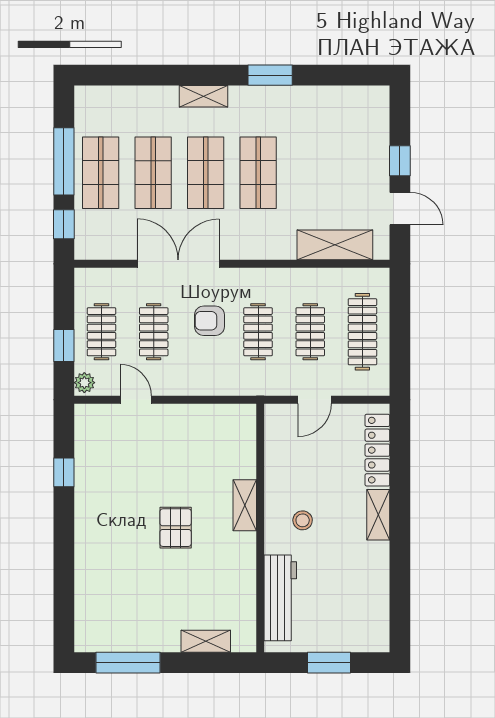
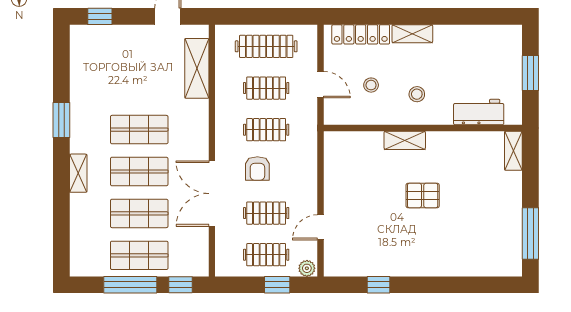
window: (400, 161) -> (100, 16), moved
stool: (314, 463) -> (371, 85), added
workbench: (280, 598) -> (479, 112), width x0.73
shelving: (206, 641) -> (513, 151), moved

